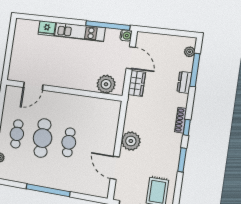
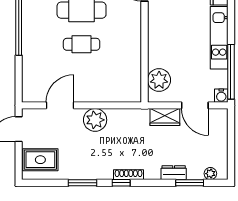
door: (131, 58) -> (195, 105), hinge flipped
window: (195, 70) -> (190, 183), width x0.69

